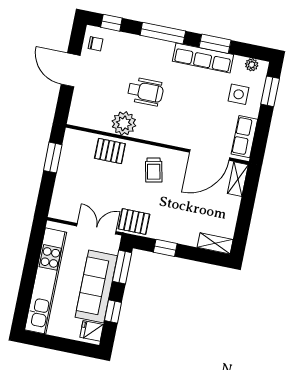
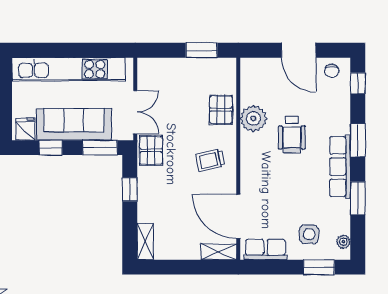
window: (163, 33) -> (358, 140), width x0.69
row of seats: (203, 58) -> (340, 167), moved
door: (71, 70) -> (299, 50), swing flipped

